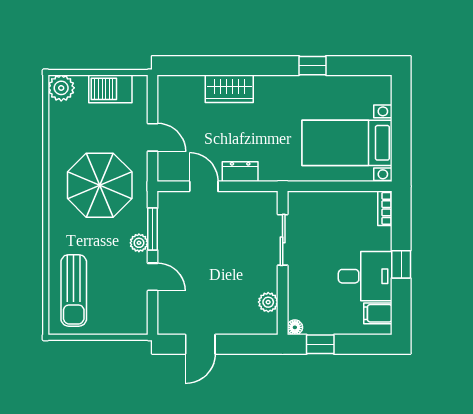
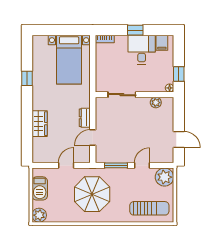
plant: (139, 243) -> (164, 177), moved, width x1.88, depth x1.88

